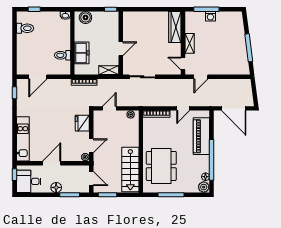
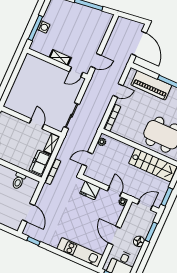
wardrobe: (175, 27) -> (39, 65), removed
freezer: (82, 53) -> (40, 163), moved, turned -90
door: (201, 77) -> (96, 61), hinge flipped
door: (109, 108) -> (87, 159), hinge flipped
door: (183, 108) -> (118, 91), hinge flipped
door: (234, 108) -> (139, 44), hinge flipped

